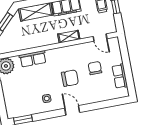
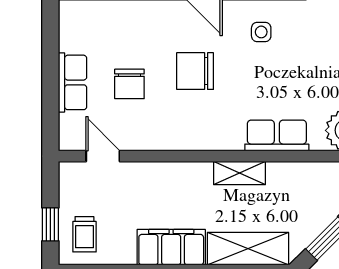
shelving: (69, 37) -> (239, 173), moved
row of seats: (120, 76) -> (73, 82), moved

